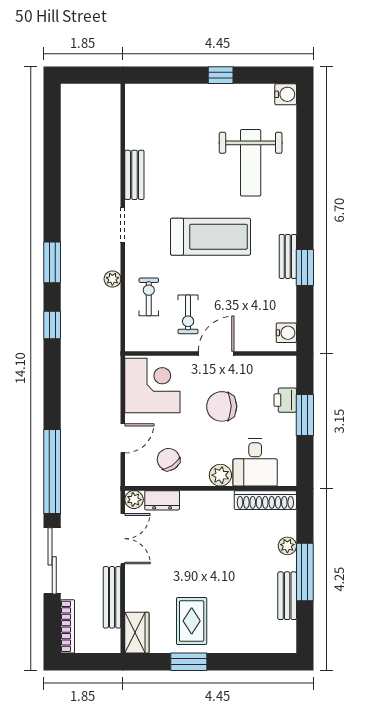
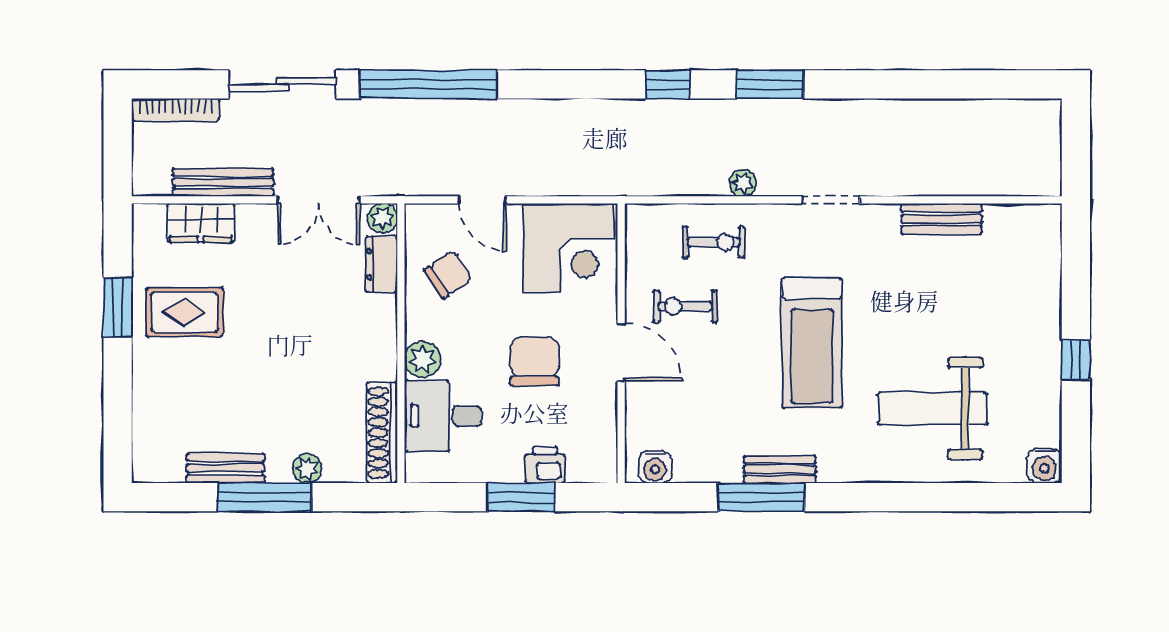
bench: (134, 175) -> (942, 219), moved
window: (305, 268) -> (762, 497), width x1.44
wardrobe: (137, 633) -> (201, 223), moved

